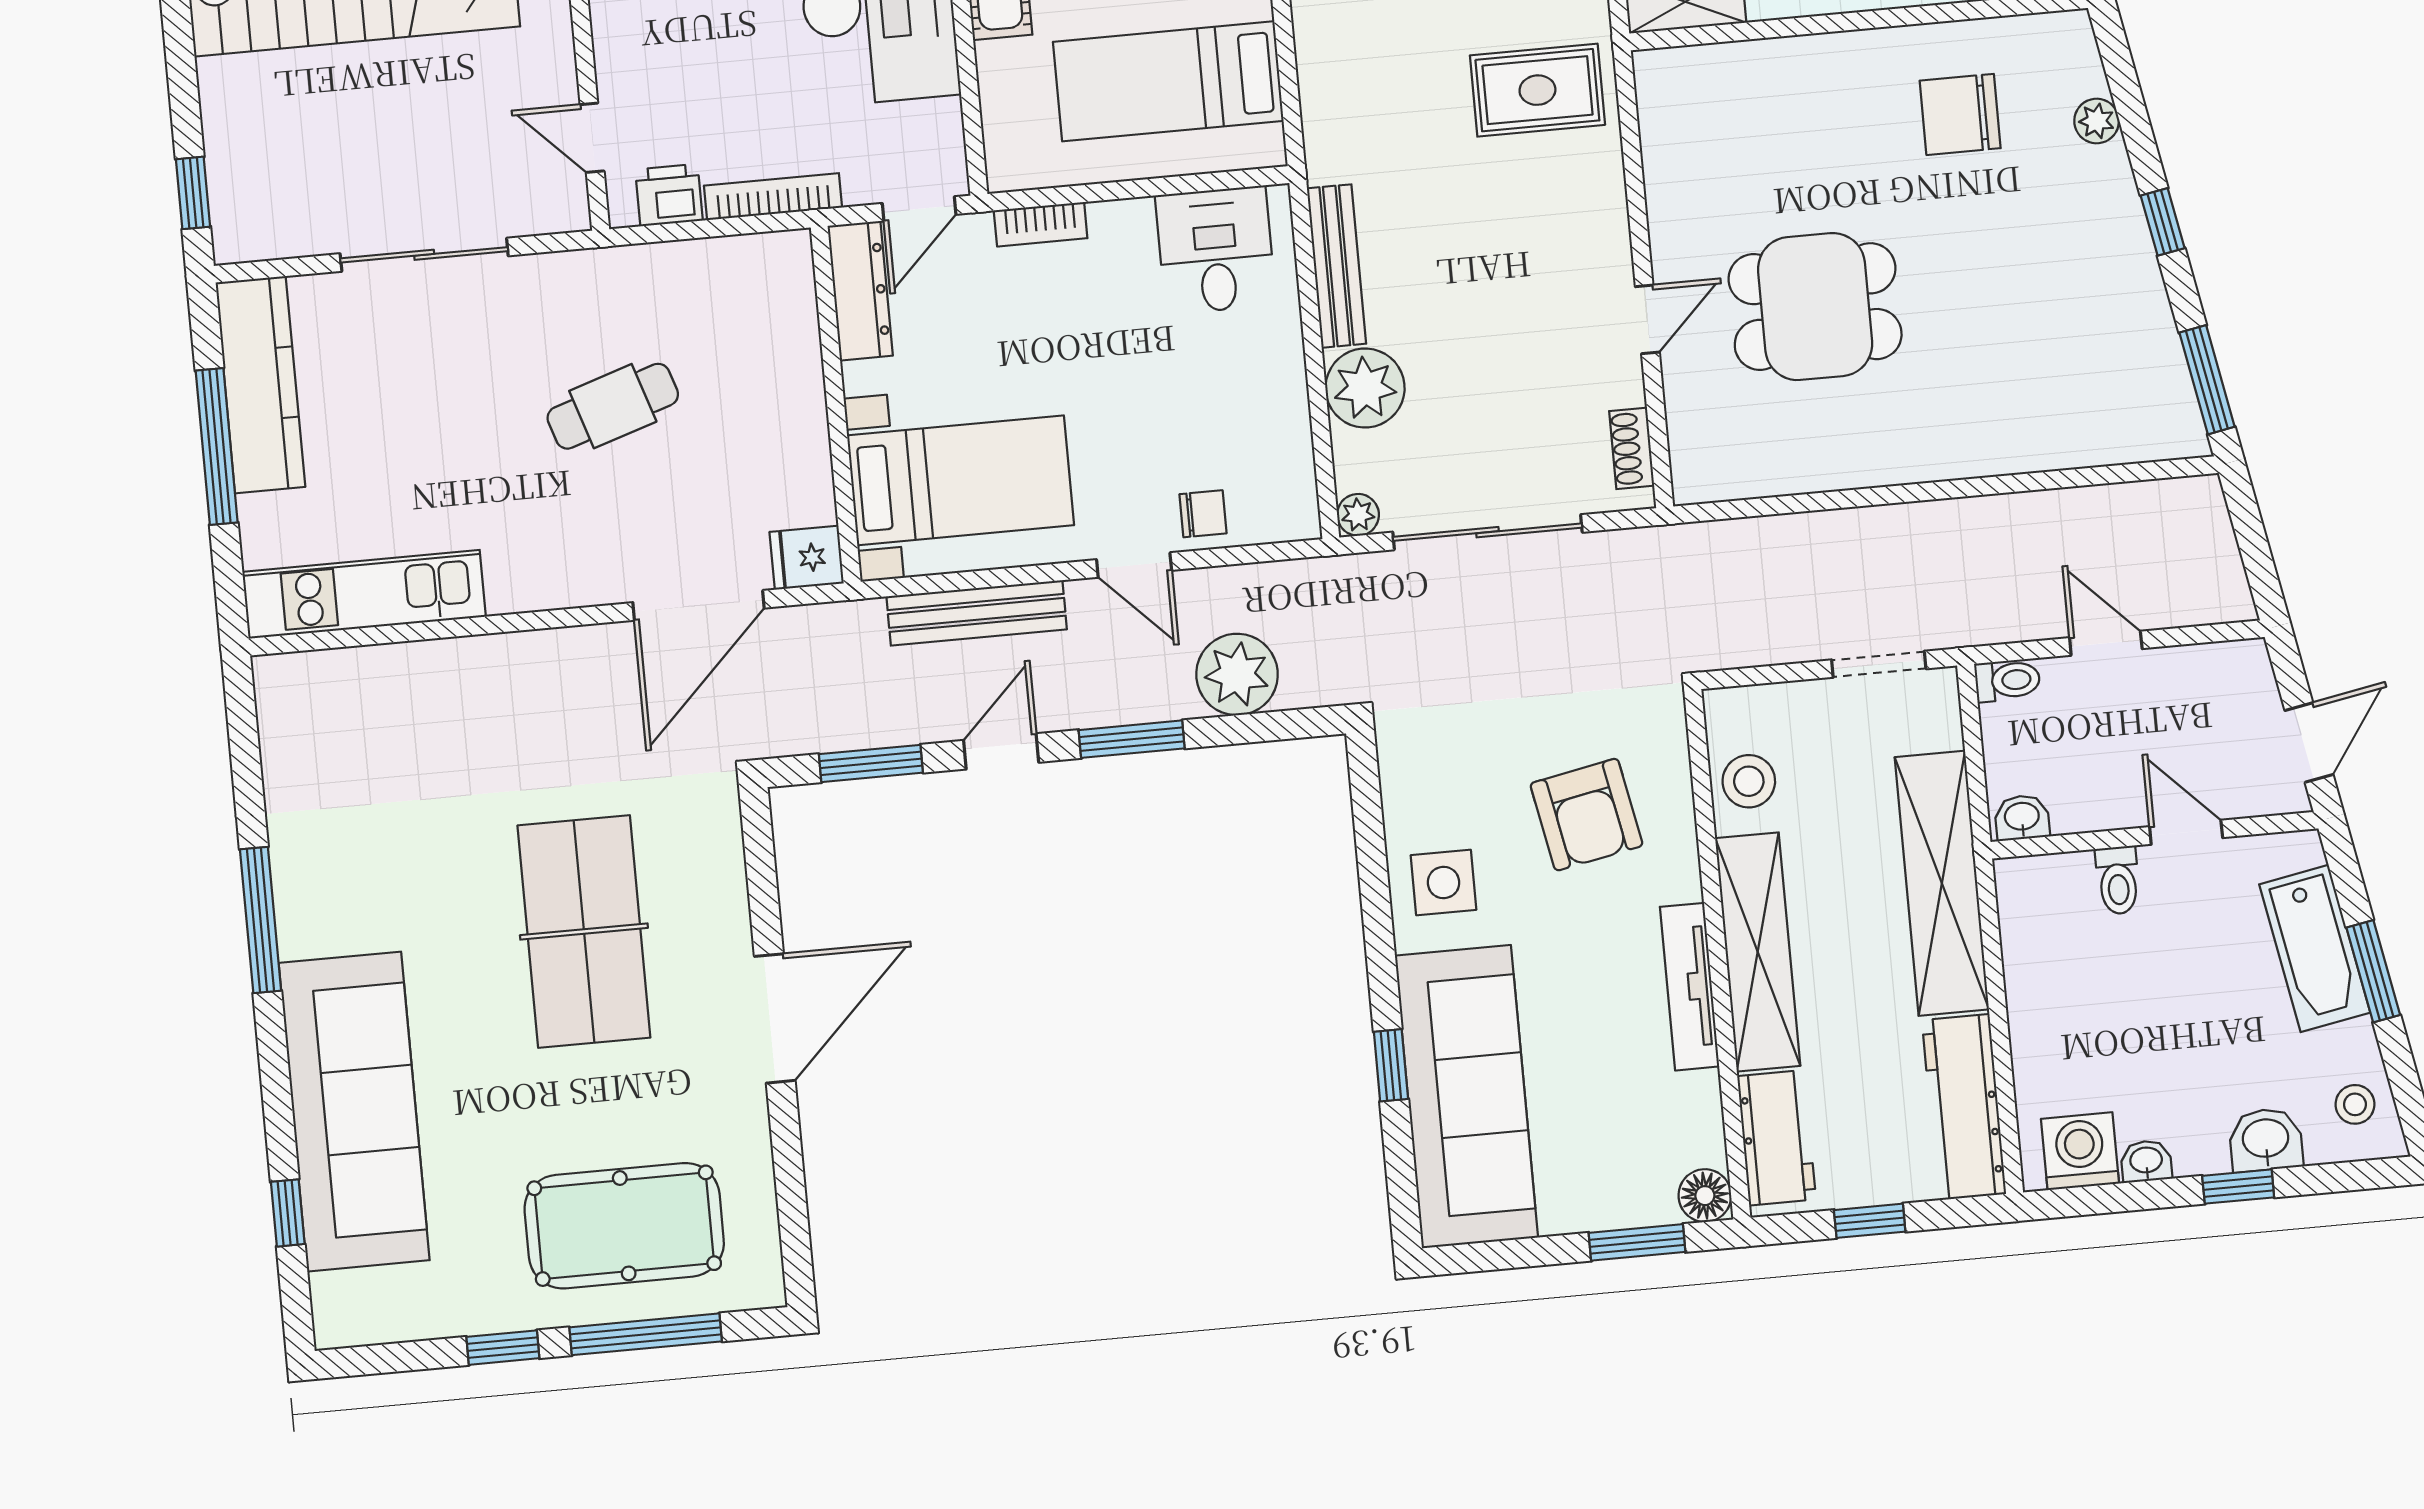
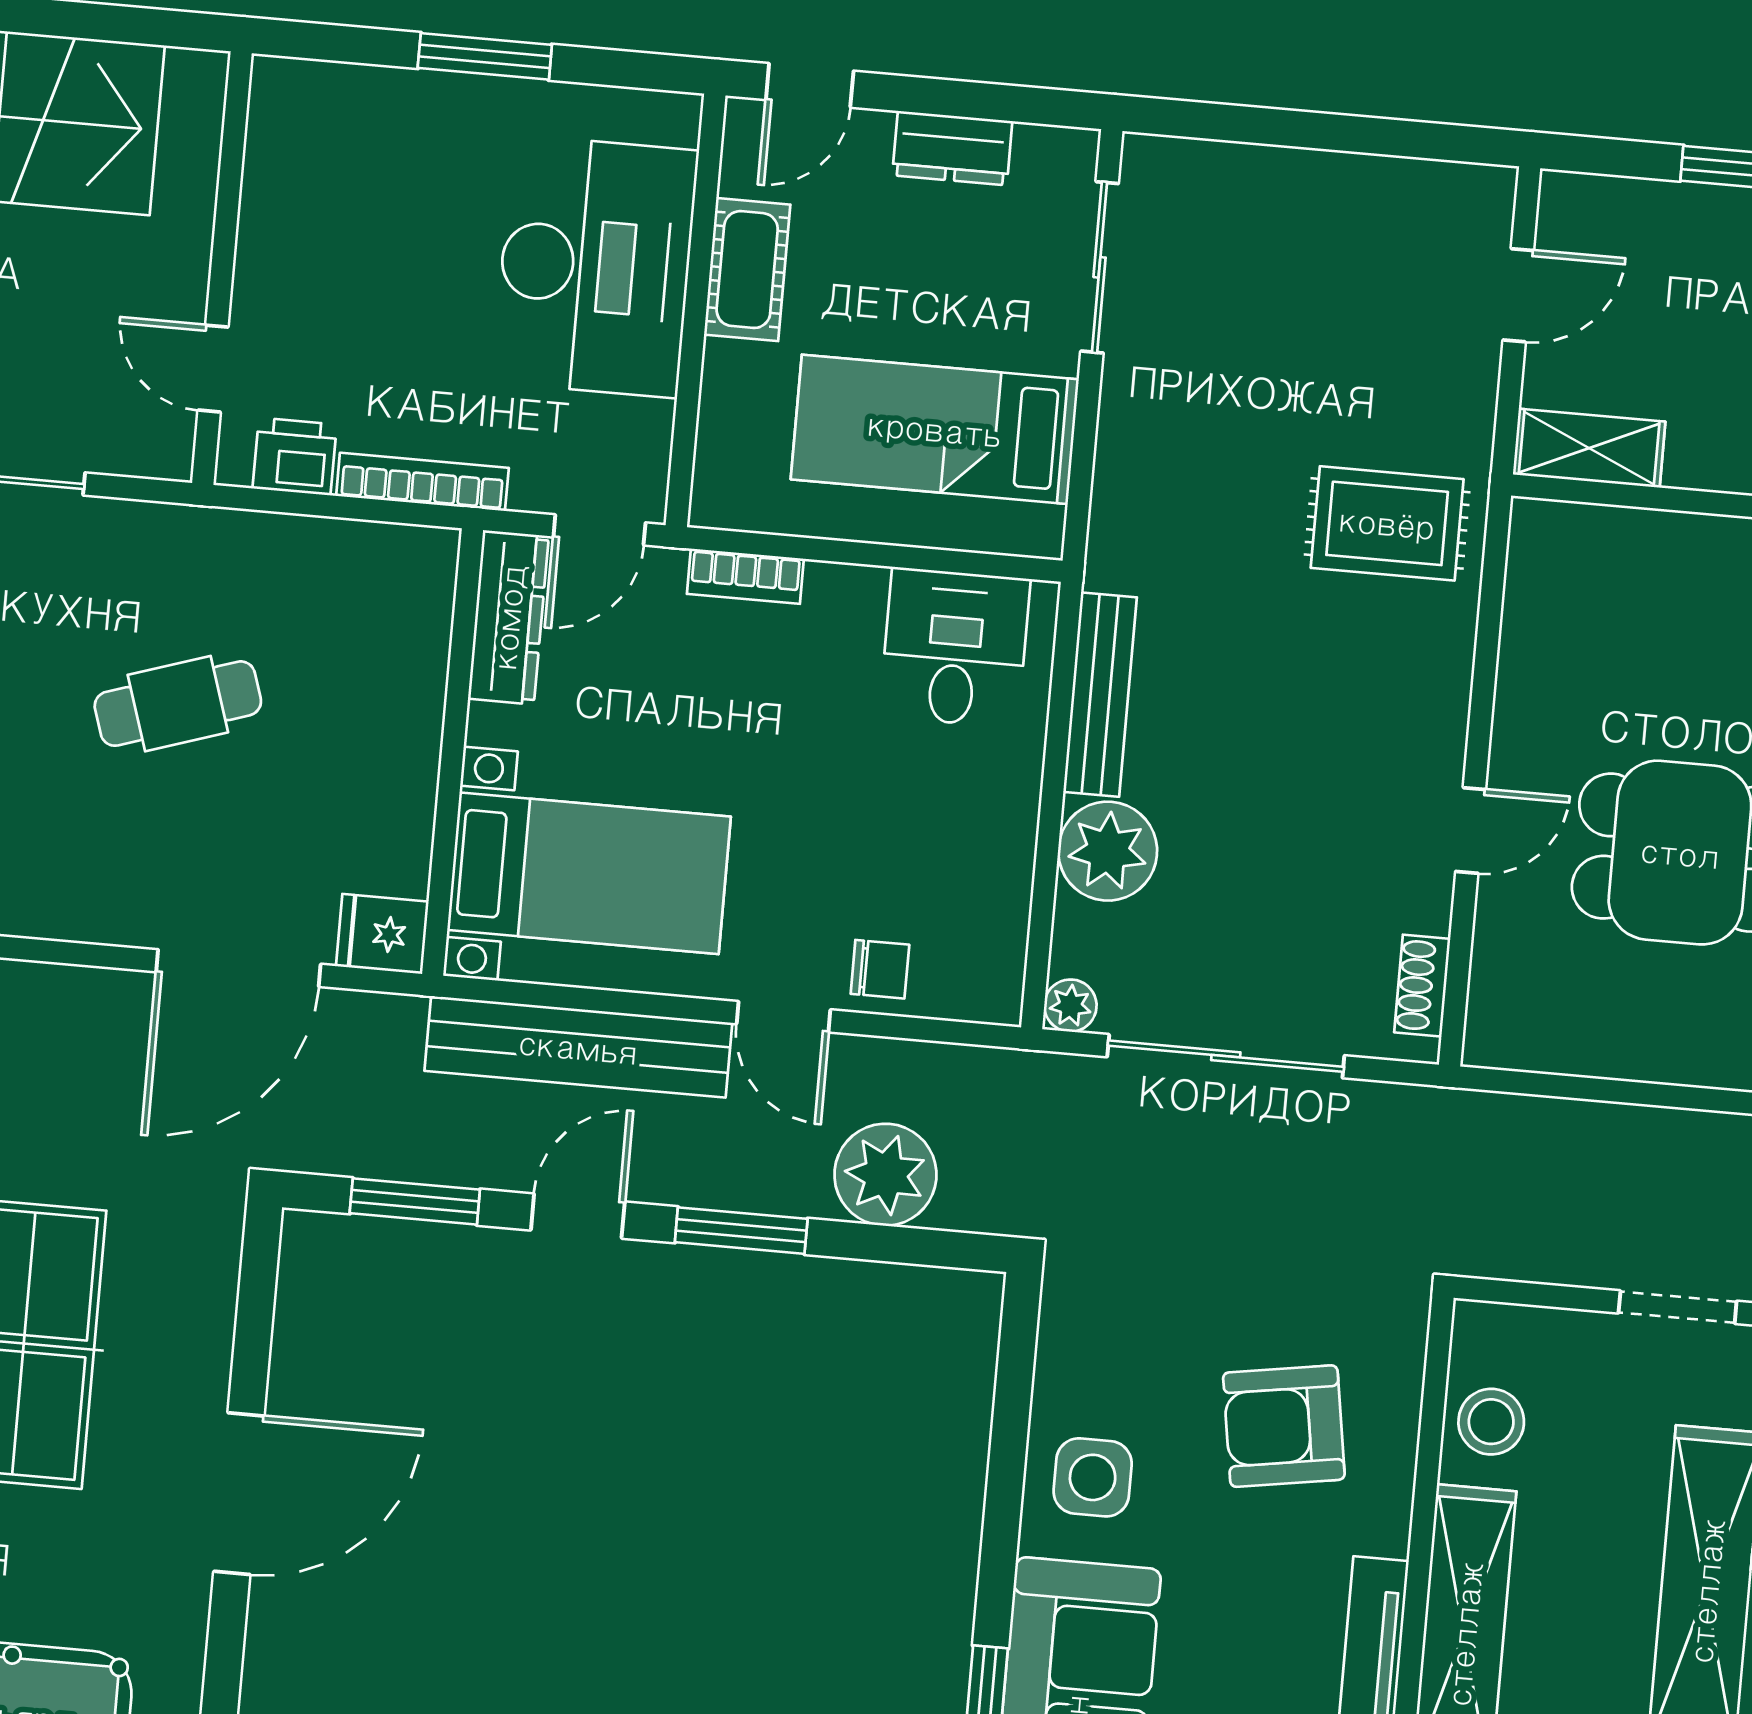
bench: (977, 613) -> (578, 1047), width x1.37, depth x1.21
armchair: (1586, 815) -> (1284, 1426), turned 92

